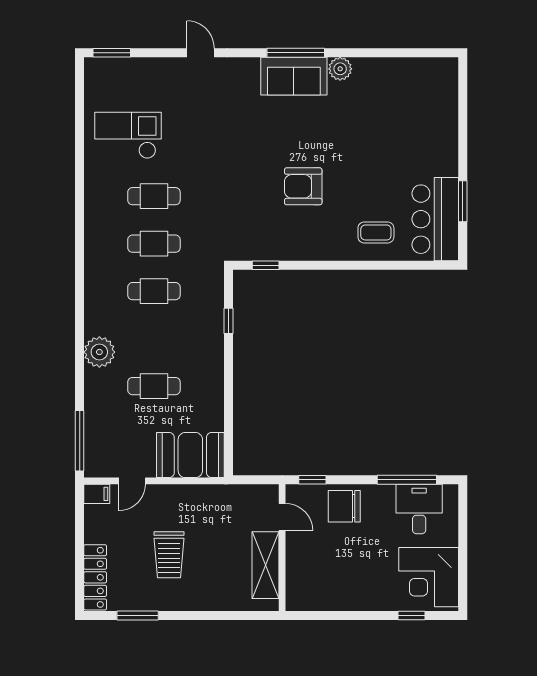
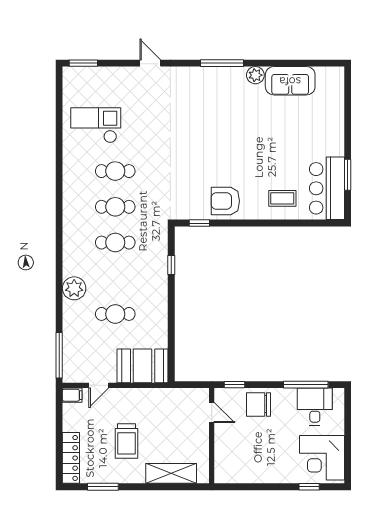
sofa: (294, 76) -> (290, 81), moved
armchair: (303, 186) -> (225, 201), moved
shelving: (265, 565) -> (171, 473), moved, turned 90

